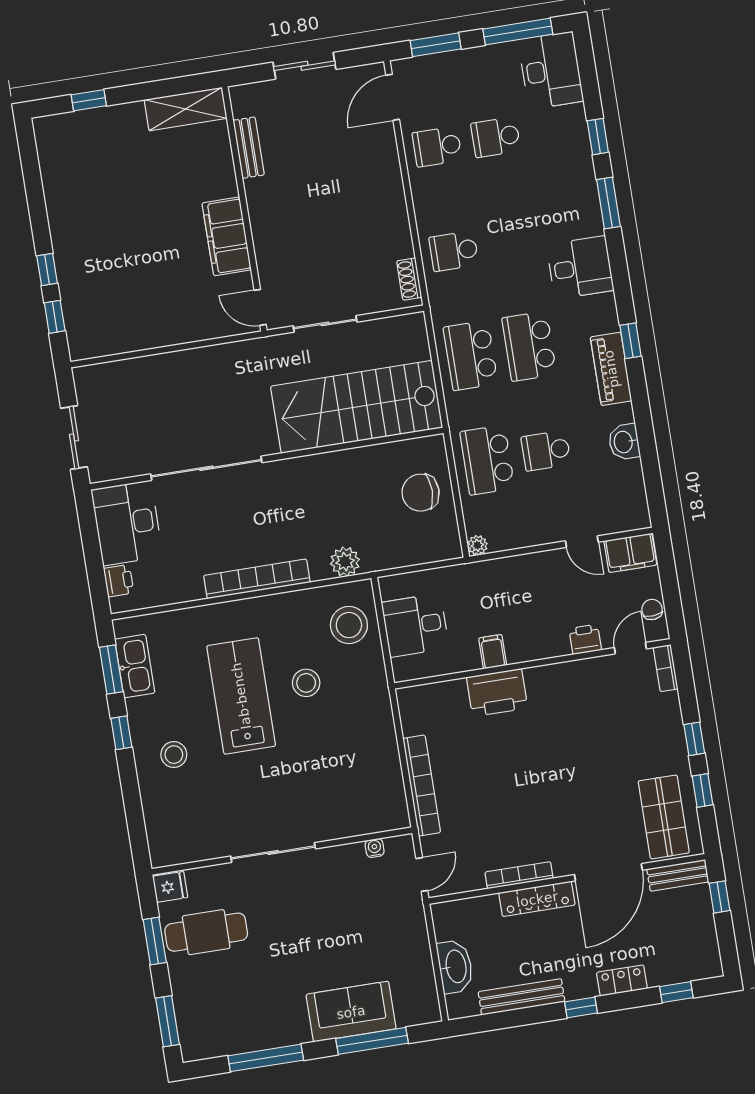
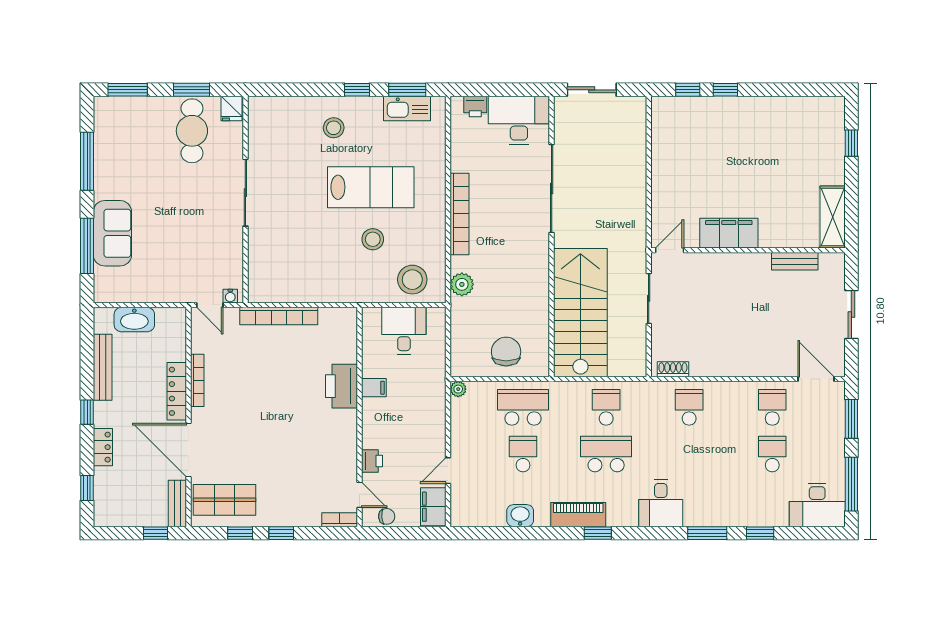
school desk: (471, 356) -> (606, 407), width x0.54
water cooler: (375, 848) -> (230, 296), moved, turned 90

